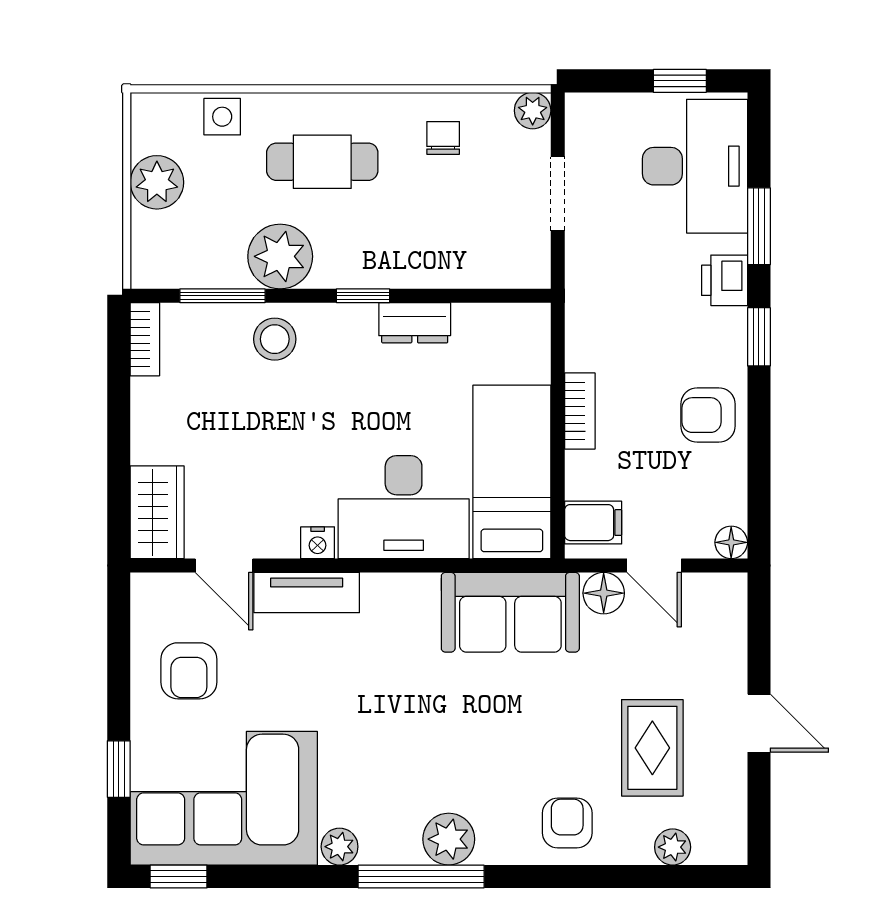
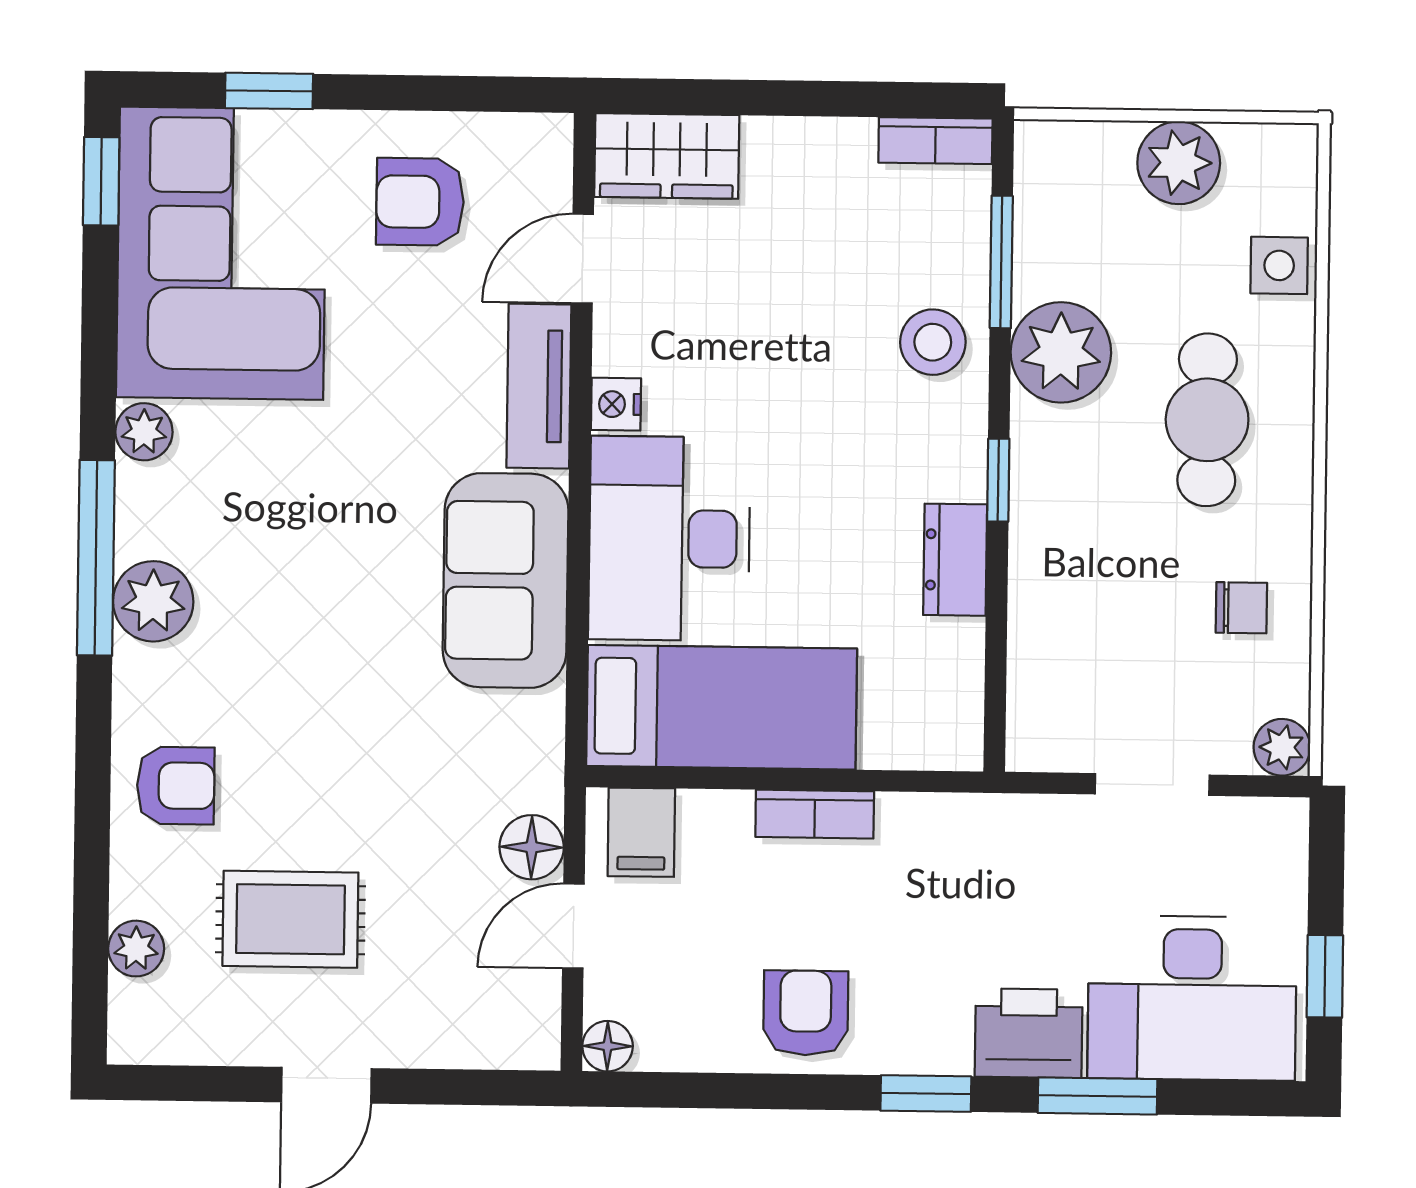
printer: (725, 280) -> (1029, 1033), width x1.36, depth x1.24
sofa: (510, 612) -> (506, 580), moved

